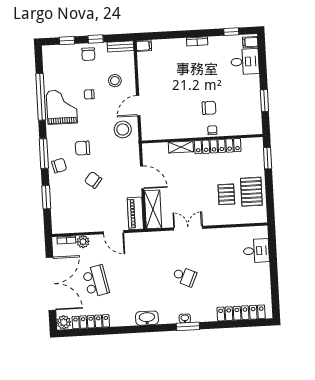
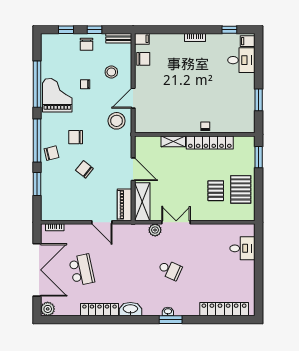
chair: (209, 108) -> (143, 59), moved
window: (44, 154) -> (37, 141), width x1.46
plant: (83, 242) -> (155, 230), moved
locker: (91, 322) -> (99, 310), moved

